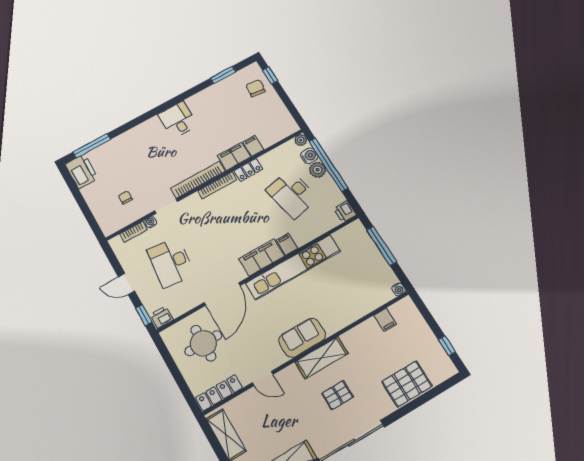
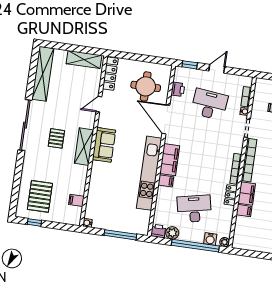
plant: (317, 170) -> (172, 233), moved
printer: (162, 317) -> (178, 89), moved
pallet: (407, 384) -> (40, 196), moved

